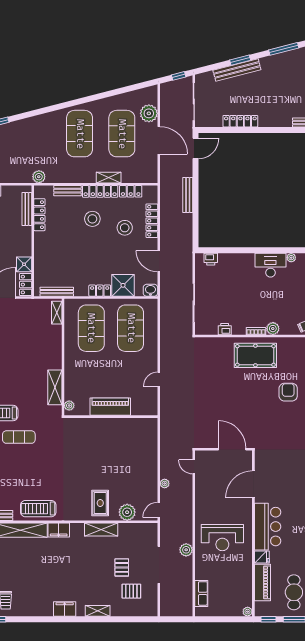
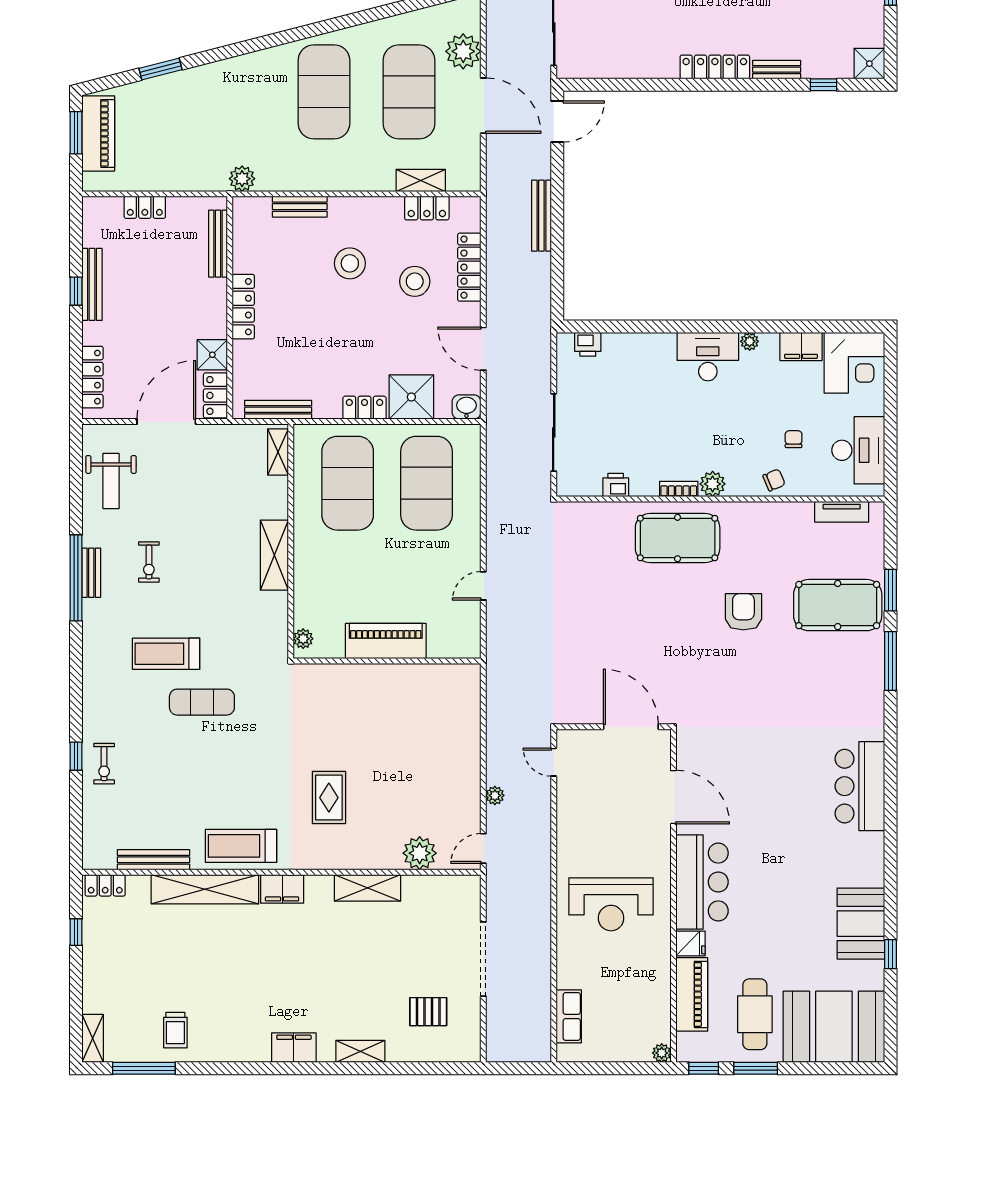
locker: (240, 121) -> (715, 67), moved
shelving: (109, 178) -> (421, 180), moved
locker: (100, 191) -> (365, 208), removed
locker: (39, 215) -> (243, 307), moved
shelving: (55, 387) -> (274, 555), moved
door: (253, 484) -> (673, 797), swing flipped
rug: (100, 503) -> (329, 798), moved
plant: (186, 550) -> (538, 929), removed
pallet: (122, 567) -> (409, 964), removed

